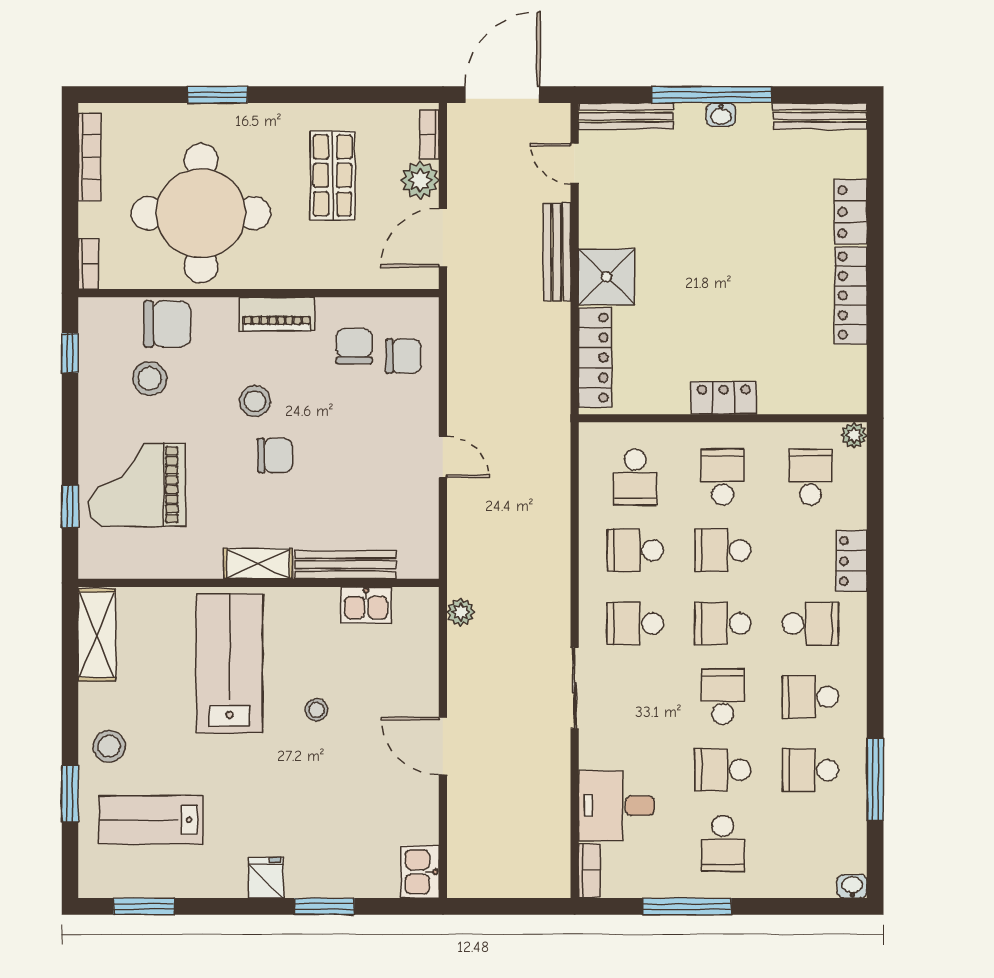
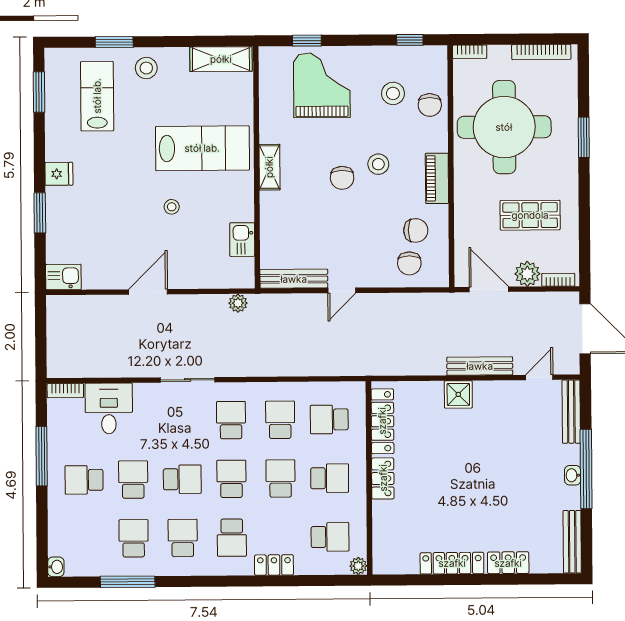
shower: (607, 277) -> (458, 394), width x0.73, depth x0.73
chair: (167, 324) -> (430, 105), width x0.73, depth x0.73
locker: (595, 358) -> (382, 421), moved, turned -90
bench: (345, 565) -> (294, 279), moved, turned 90

